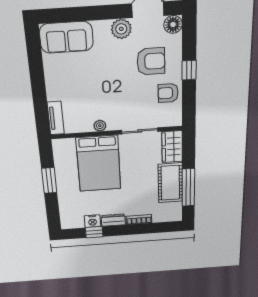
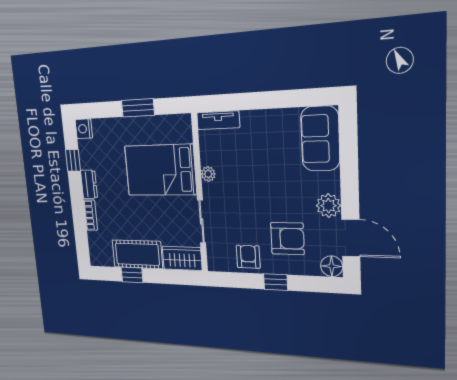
armchair: (151, 61) -> (287, 239), turned -90
window: (188, 187) -> (132, 275), width x0.46
nightstand: (93, 221) -> (84, 129), moved

